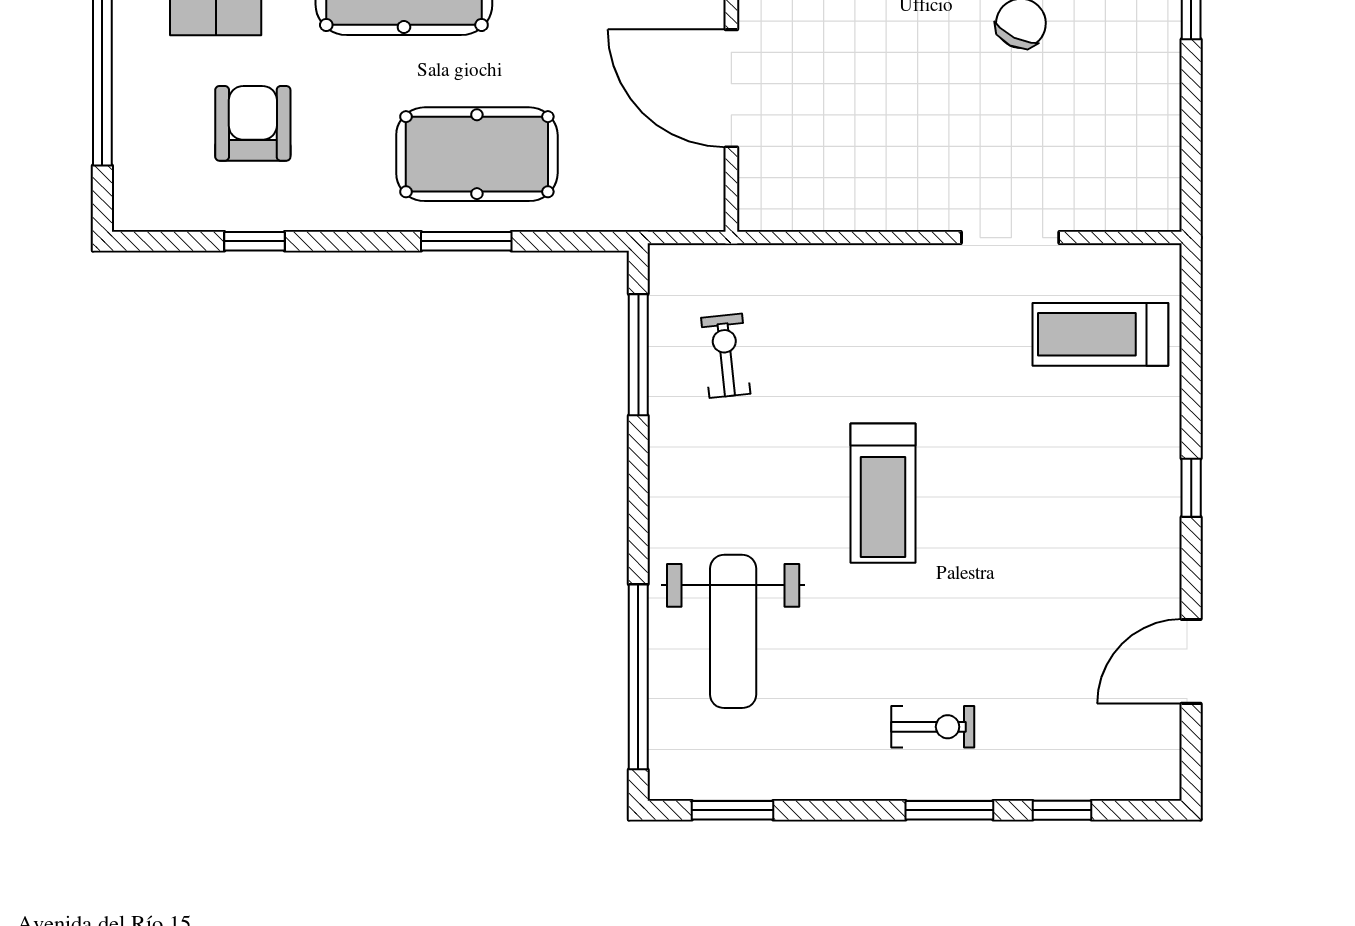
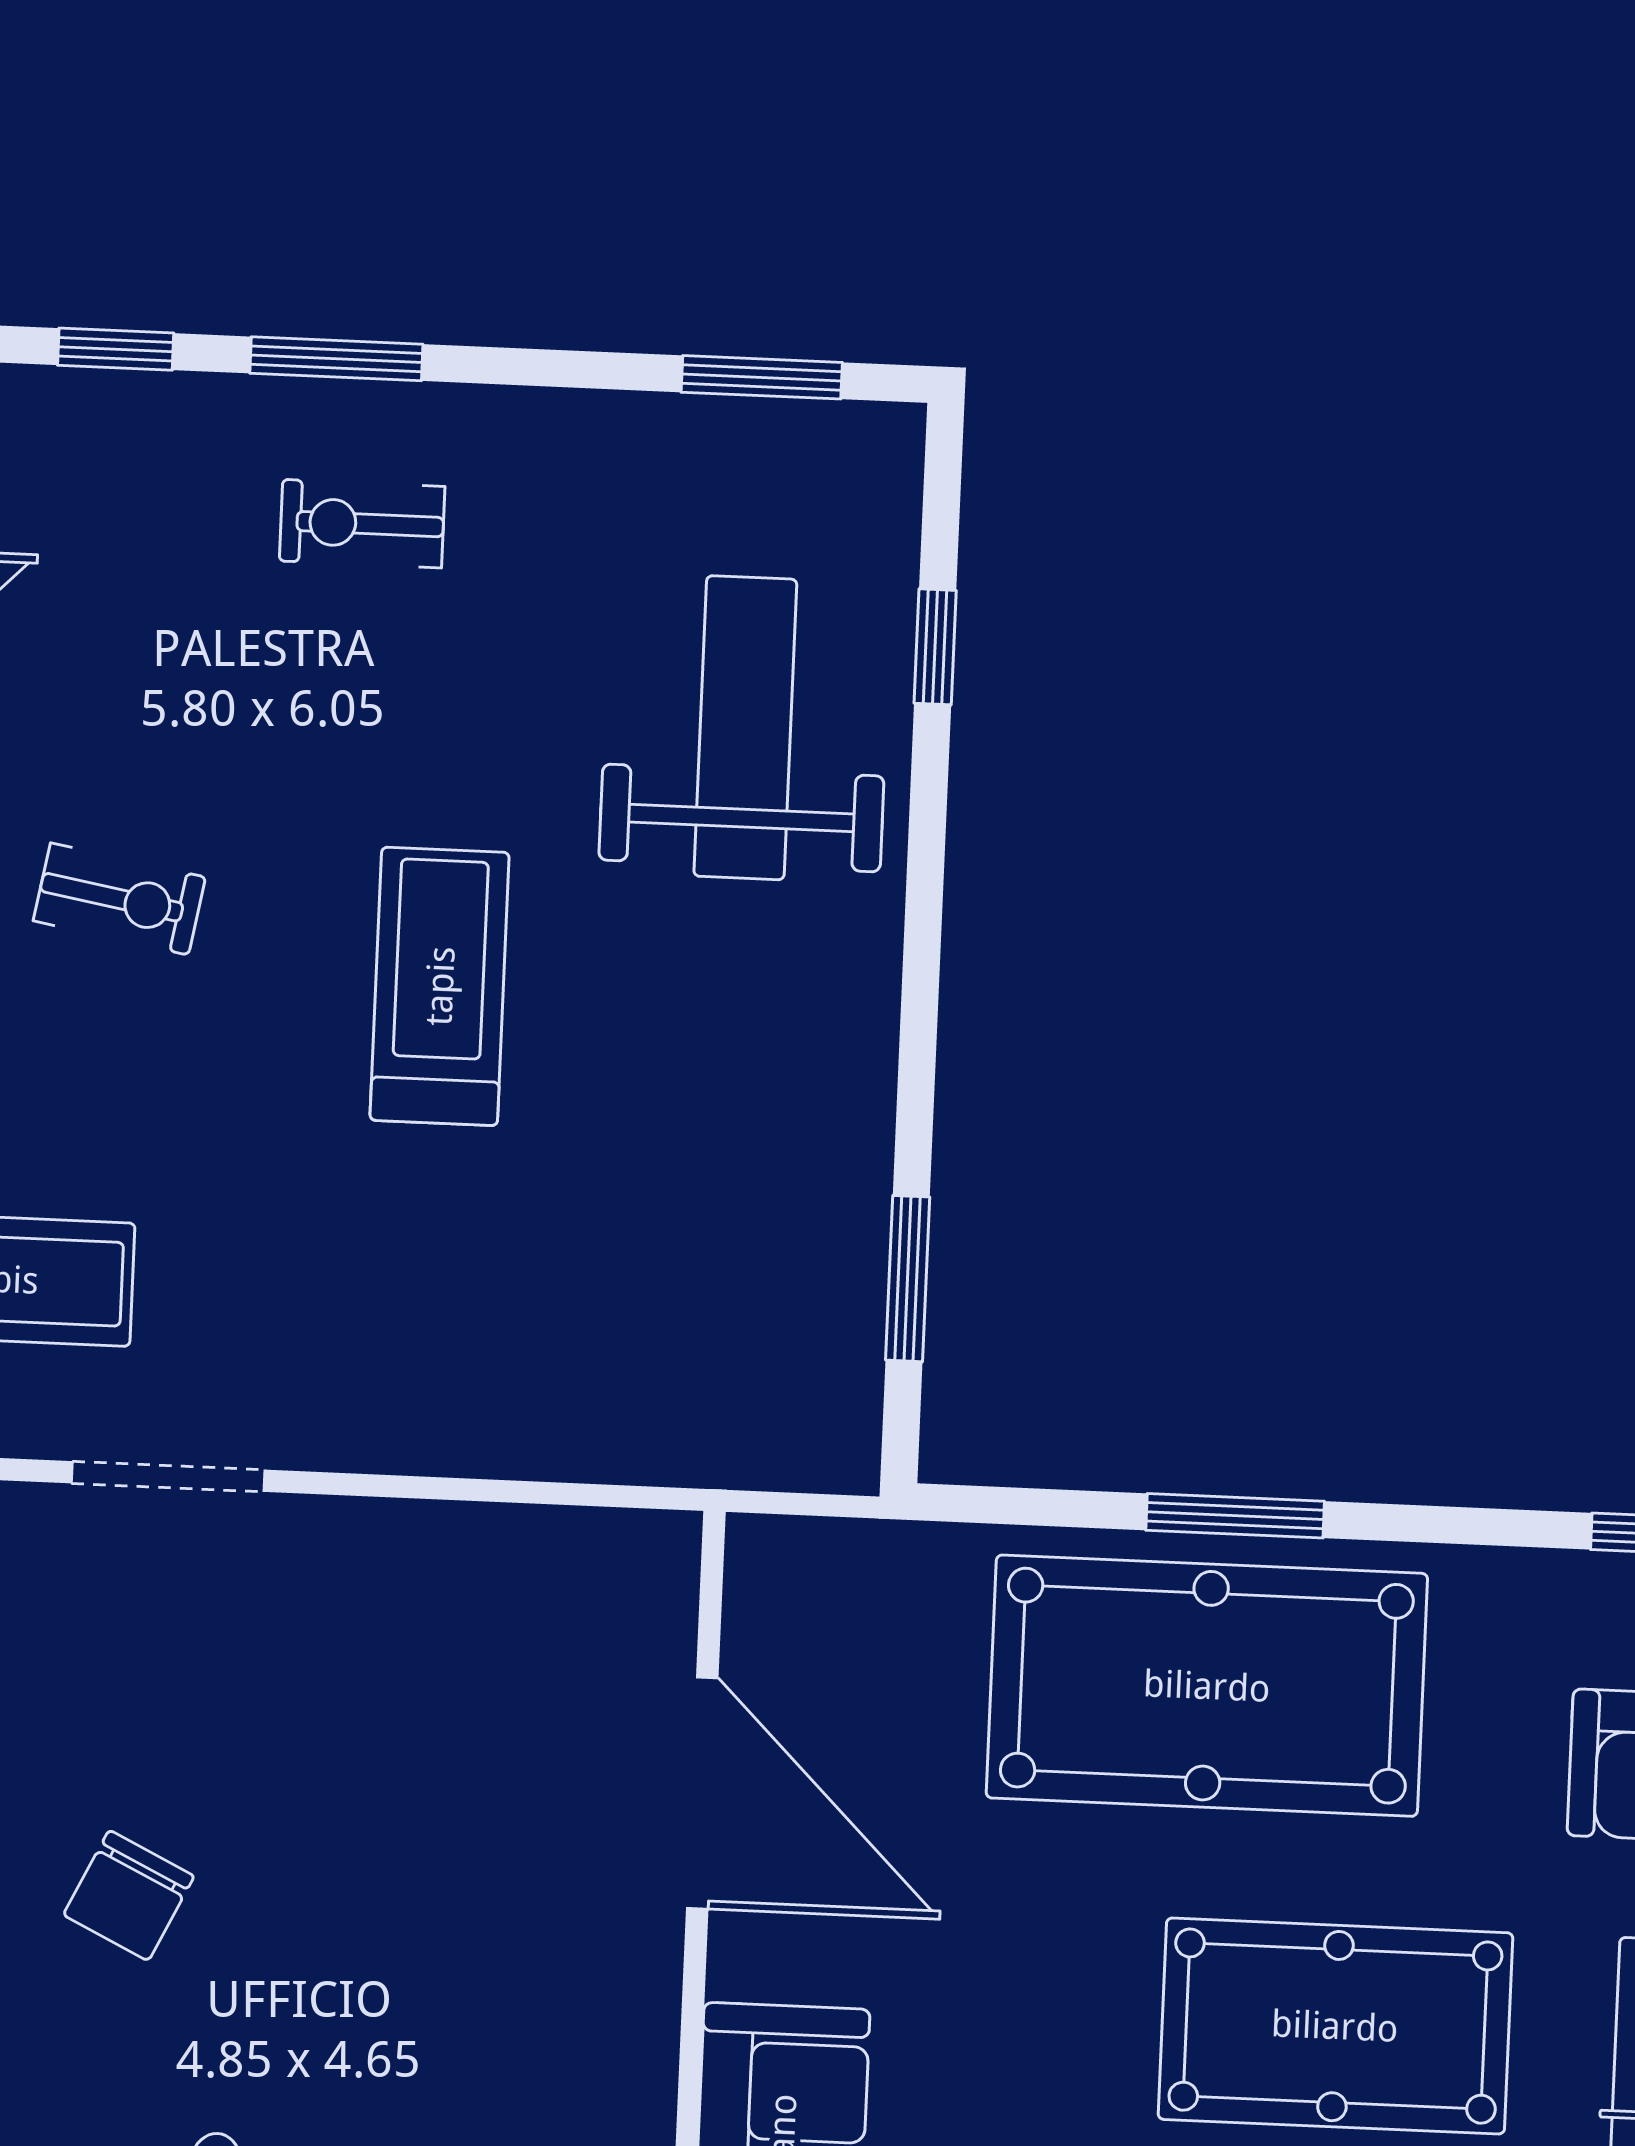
pool table: (477, 154) -> (1207, 1686), width x1.36, depth x1.32
window: (638, 355) -> (908, 1279), width x0.69
exercise bike: (726, 356) -> (119, 899), moved, turned -74
window: (638, 677) -> (935, 647), width x0.32

